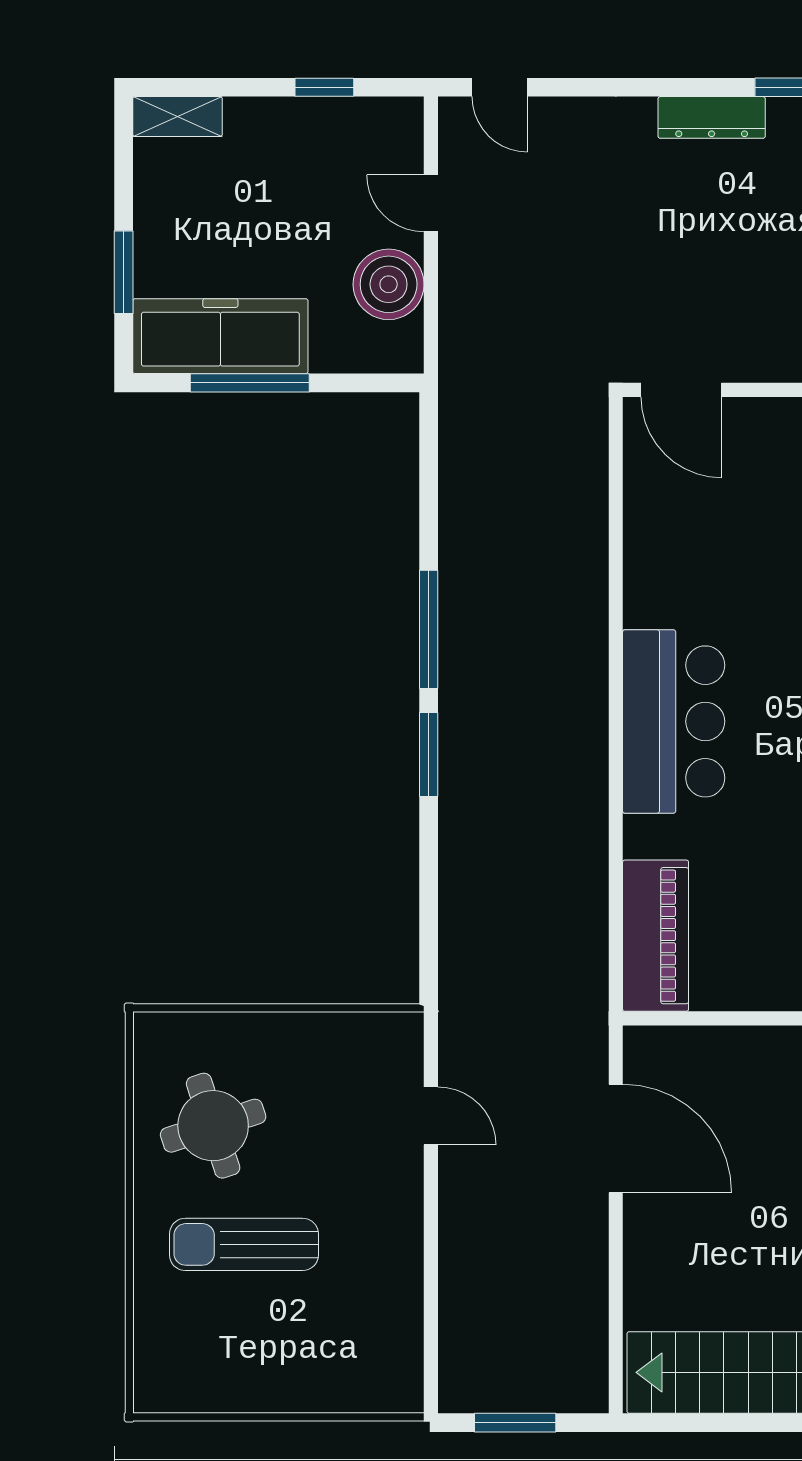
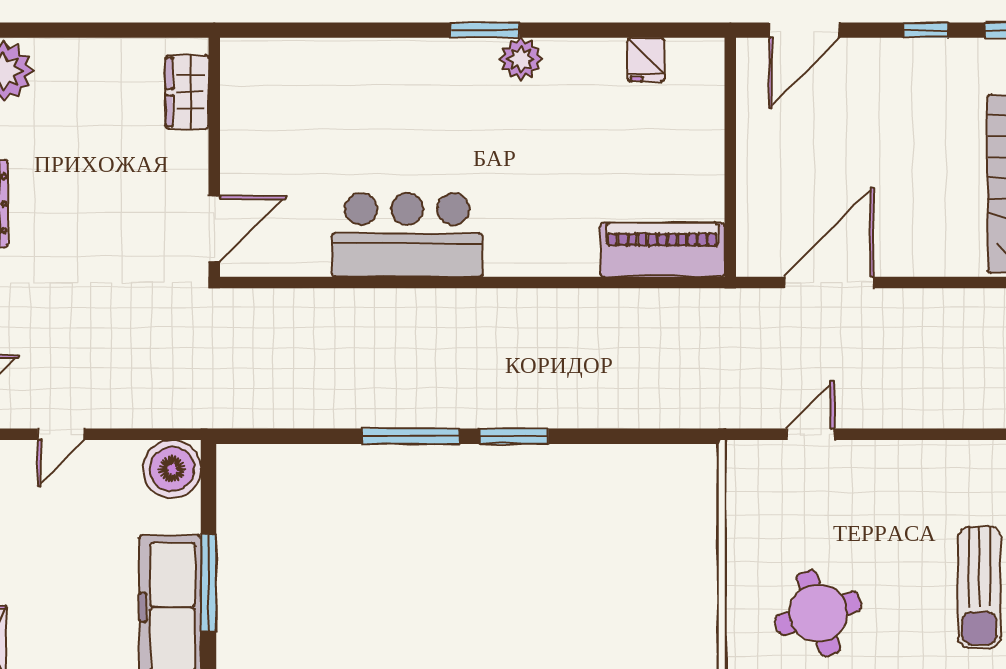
boiler: (389, 284) -> (172, 469), moved
bar counter: (674, 721) -> (407, 235), moved
sun lounger: (244, 1244) -> (979, 587), moved

